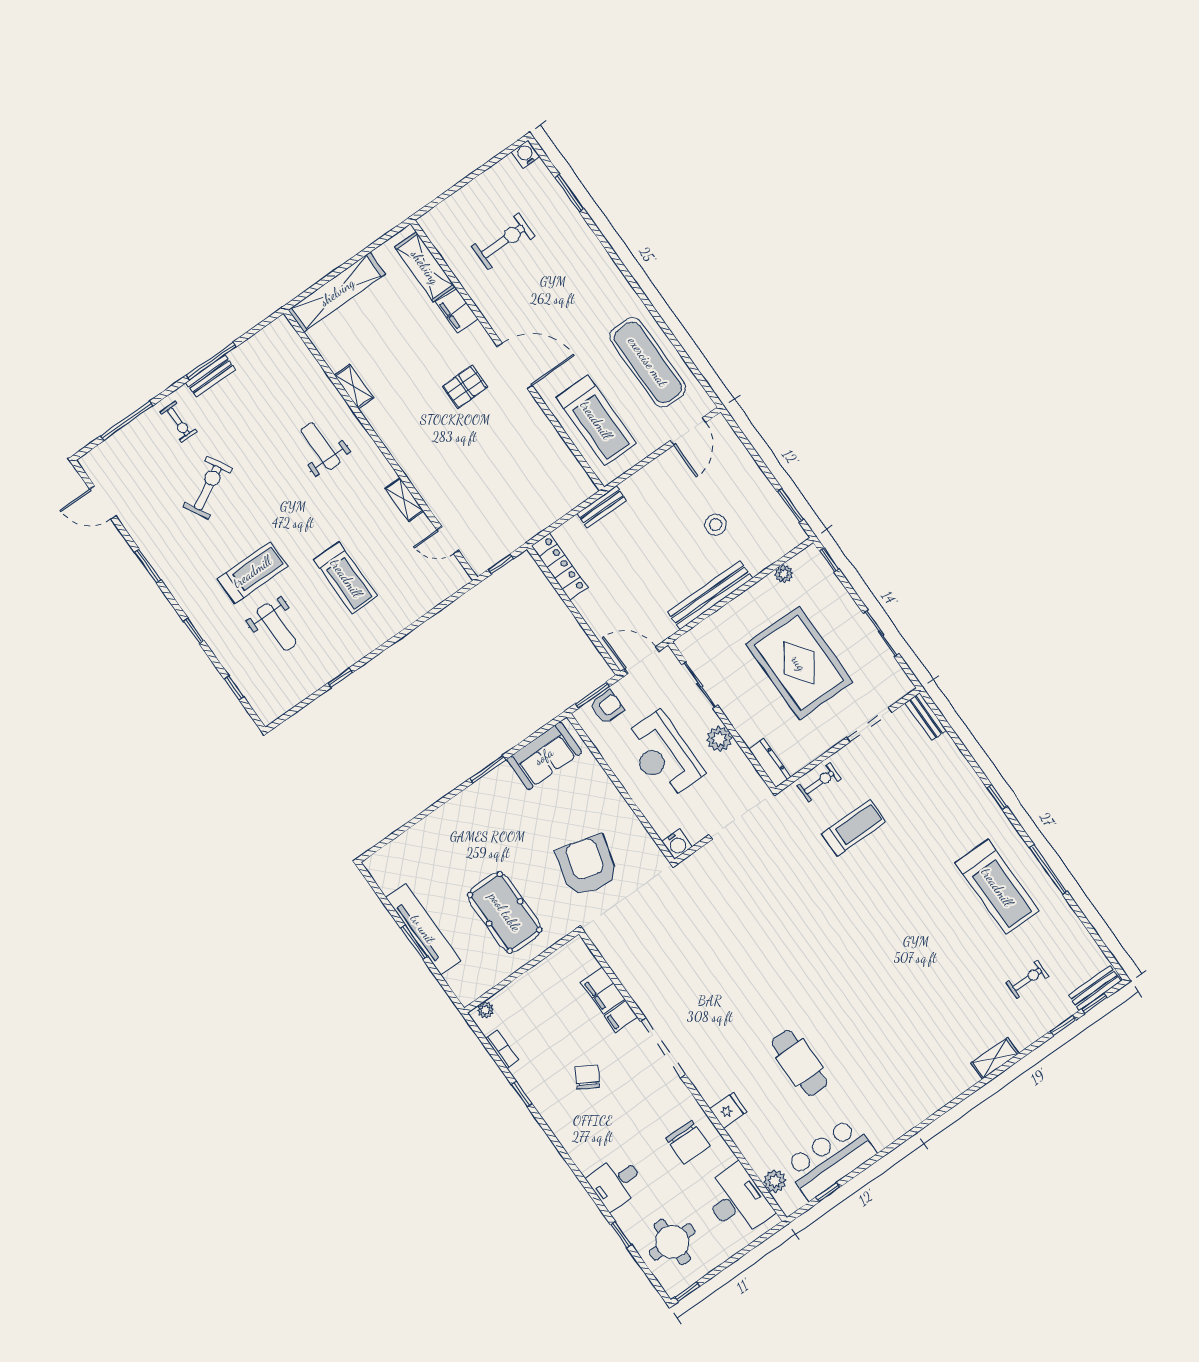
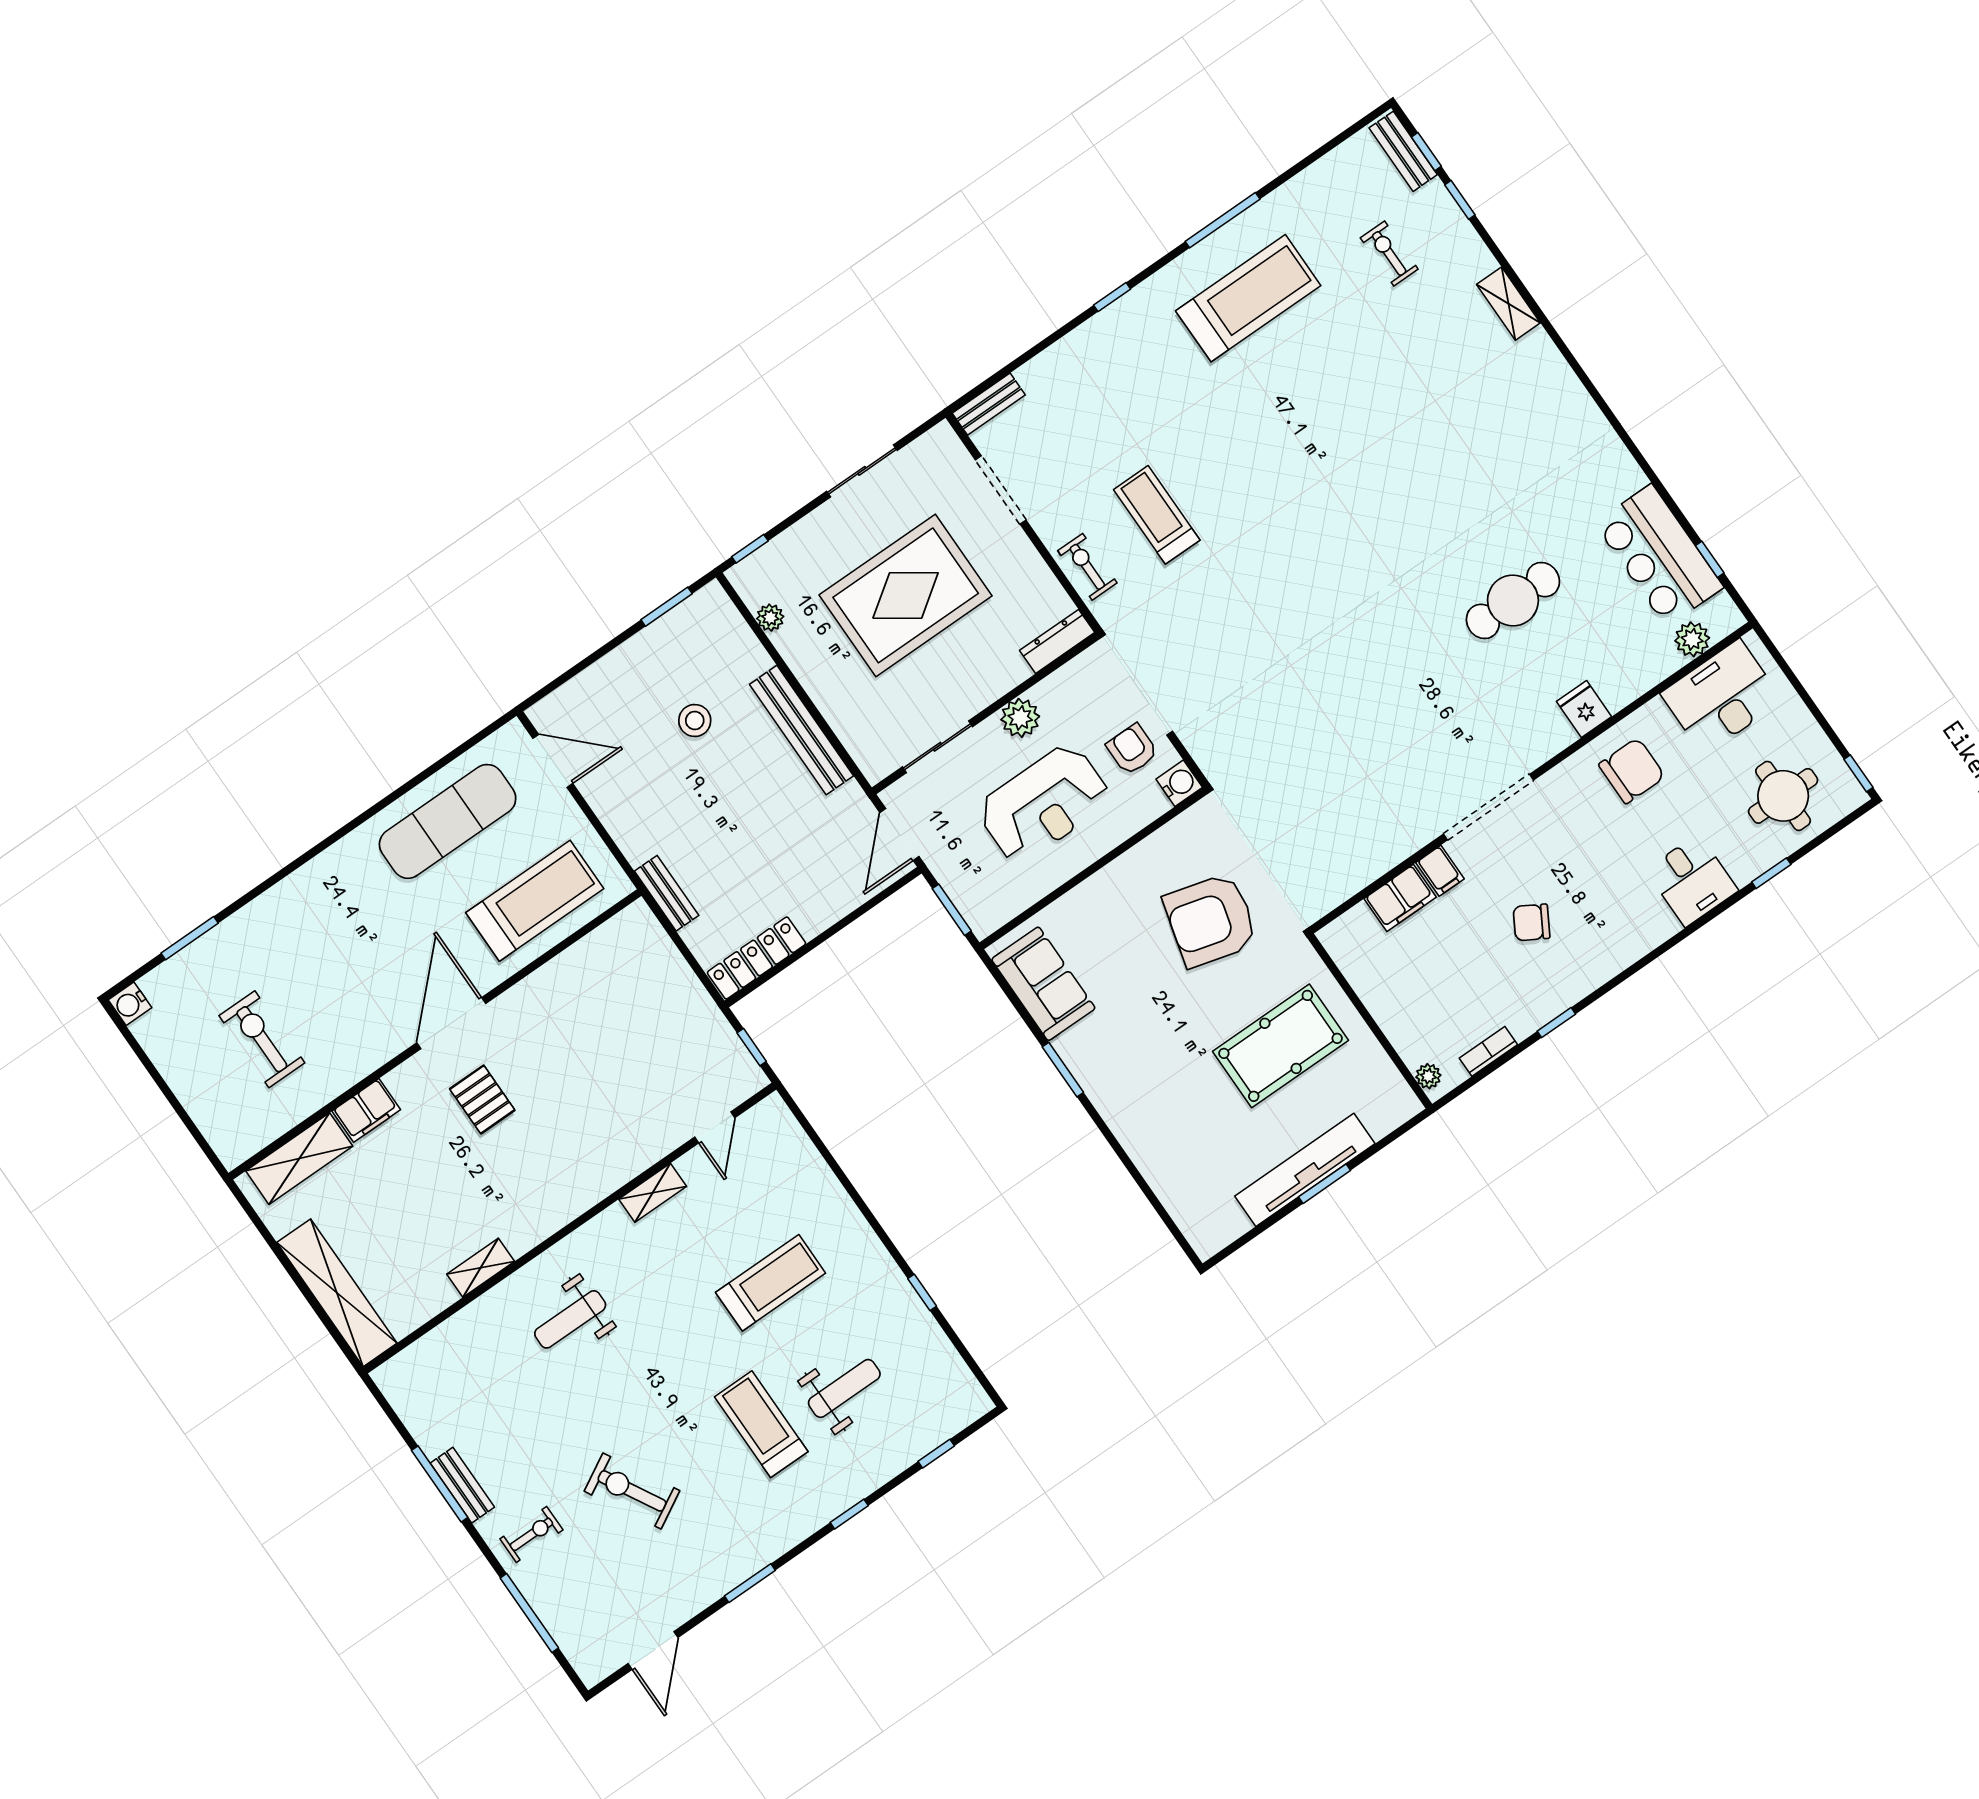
armchair: (607, 707) -> (1132, 749), moved

